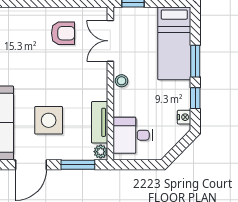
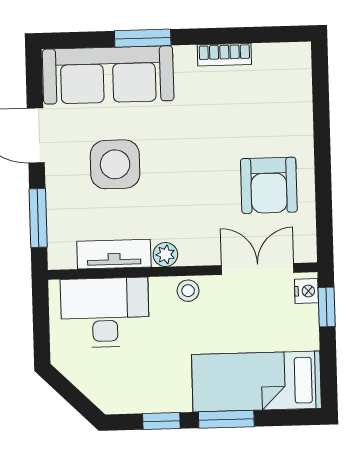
armchair: (63, 33) -> (269, 185), width x1.38, depth x1.38
nightstand: (184, 117) -> (306, 291), moved, turned -90
desk: (133, 135) -> (105, 312), width x1.37
plant: (101, 152) -> (165, 254), moved

